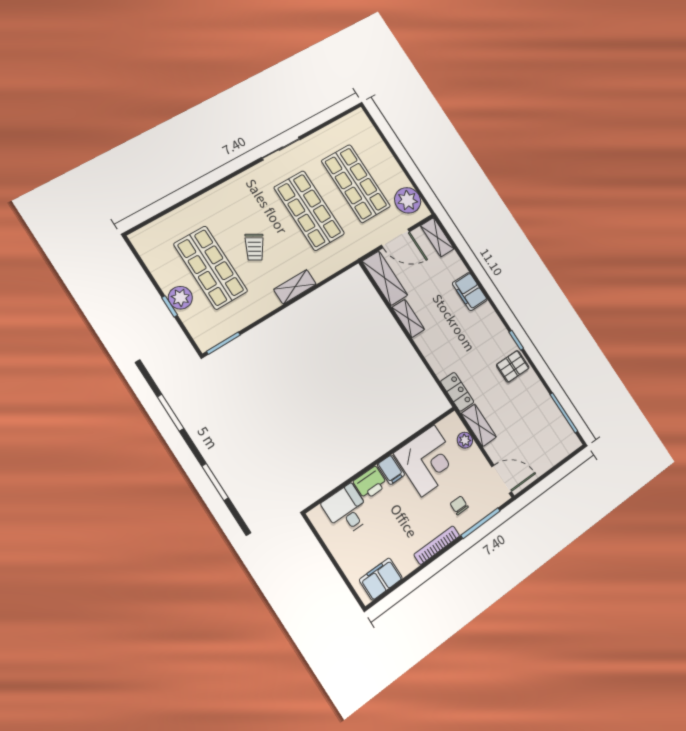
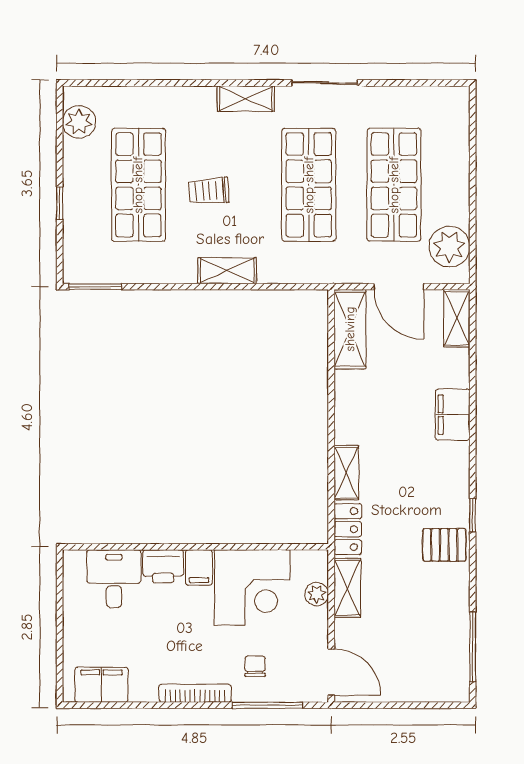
shelving: (242, 182) -> (246, 99), added
trolley: (255, 247) -> (209, 191), turned 56
plant: (180, 298) -> (79, 122), moved
shelving: (408, 318) -> (346, 473), moved

